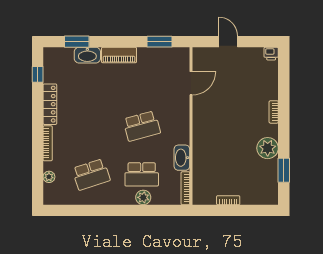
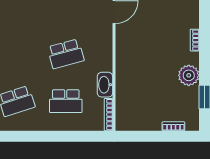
plant: (143, 197) -> (67, 124), removed
bookcase: (228, 200) -> (173, 126), moved

